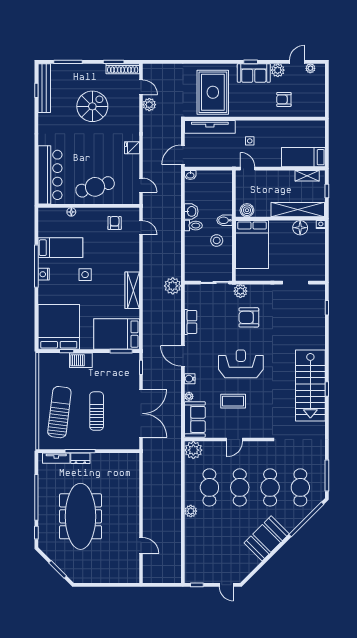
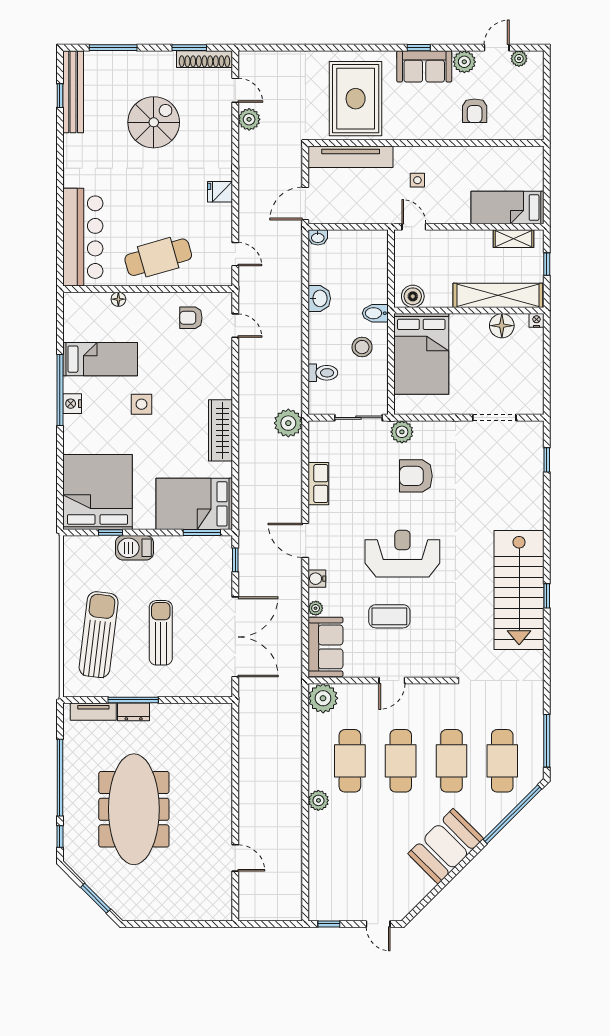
armchair: (284, 99) -> (475, 111), turned -90
armchair: (115, 223) -> (191, 318), turned -90
toilet: (193, 226) -> (323, 373), moved

